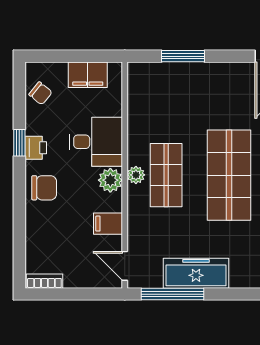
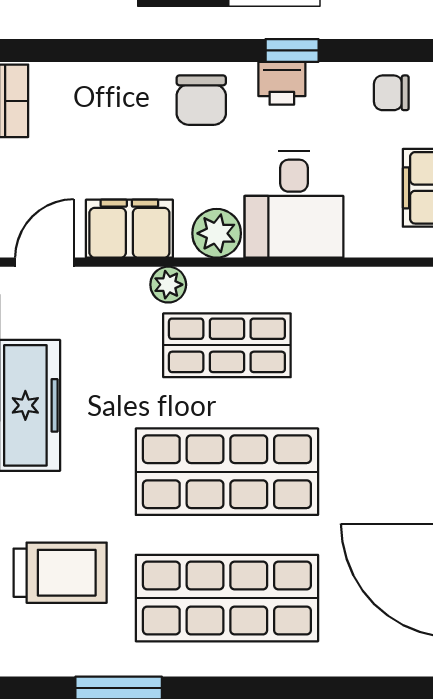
chair: (40, 93) -> (391, 93), turned 51
plant: (136, 175) -> (168, 285), moved
filing cabinet: (108, 224) -> (129, 229), width x2.00

